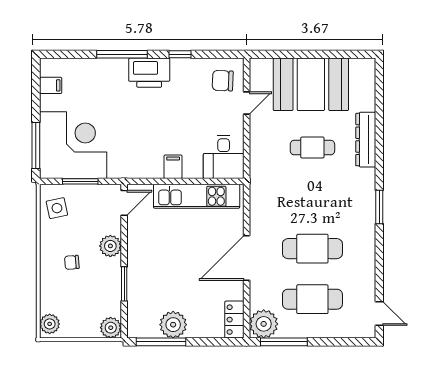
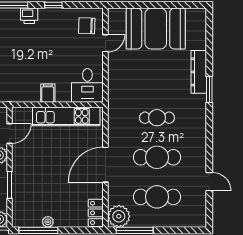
printer: (149, 73) -> (29, 16), width x0.53, depth x0.68
cafe table: (312, 148) -> (157, 118), moved
door: (124, 203) -> (9, 134), moved
window: (379, 207) -> (209, 89), moved
door: (379, 313) -> (209, 182), moved
plant: (173, 325) -> (48, 222), width x0.53, depth x0.53

